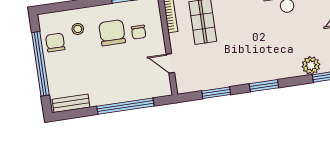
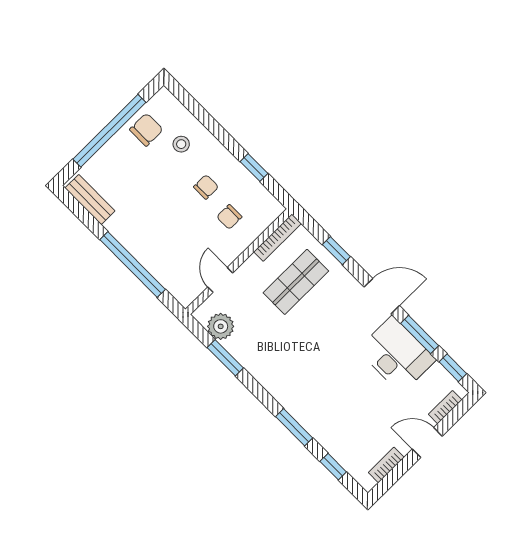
chair: (112, 33) -> (206, 187), width x0.54, depth x0.54
plant: (311, 65) -> (221, 326), moved
window: (264, 86) -> (294, 427), moved

